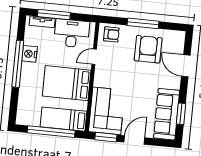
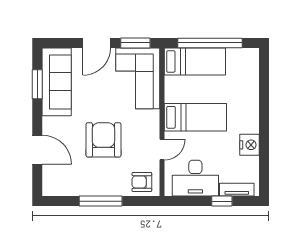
window: (54, 15) -> (222, 201), width x0.46
armchair: (148, 49) -> (103, 140), moved, turned 180
window: (18, 64) -> (264, 130), removed
bed: (67, 83) -> (195, 117), width x0.67

